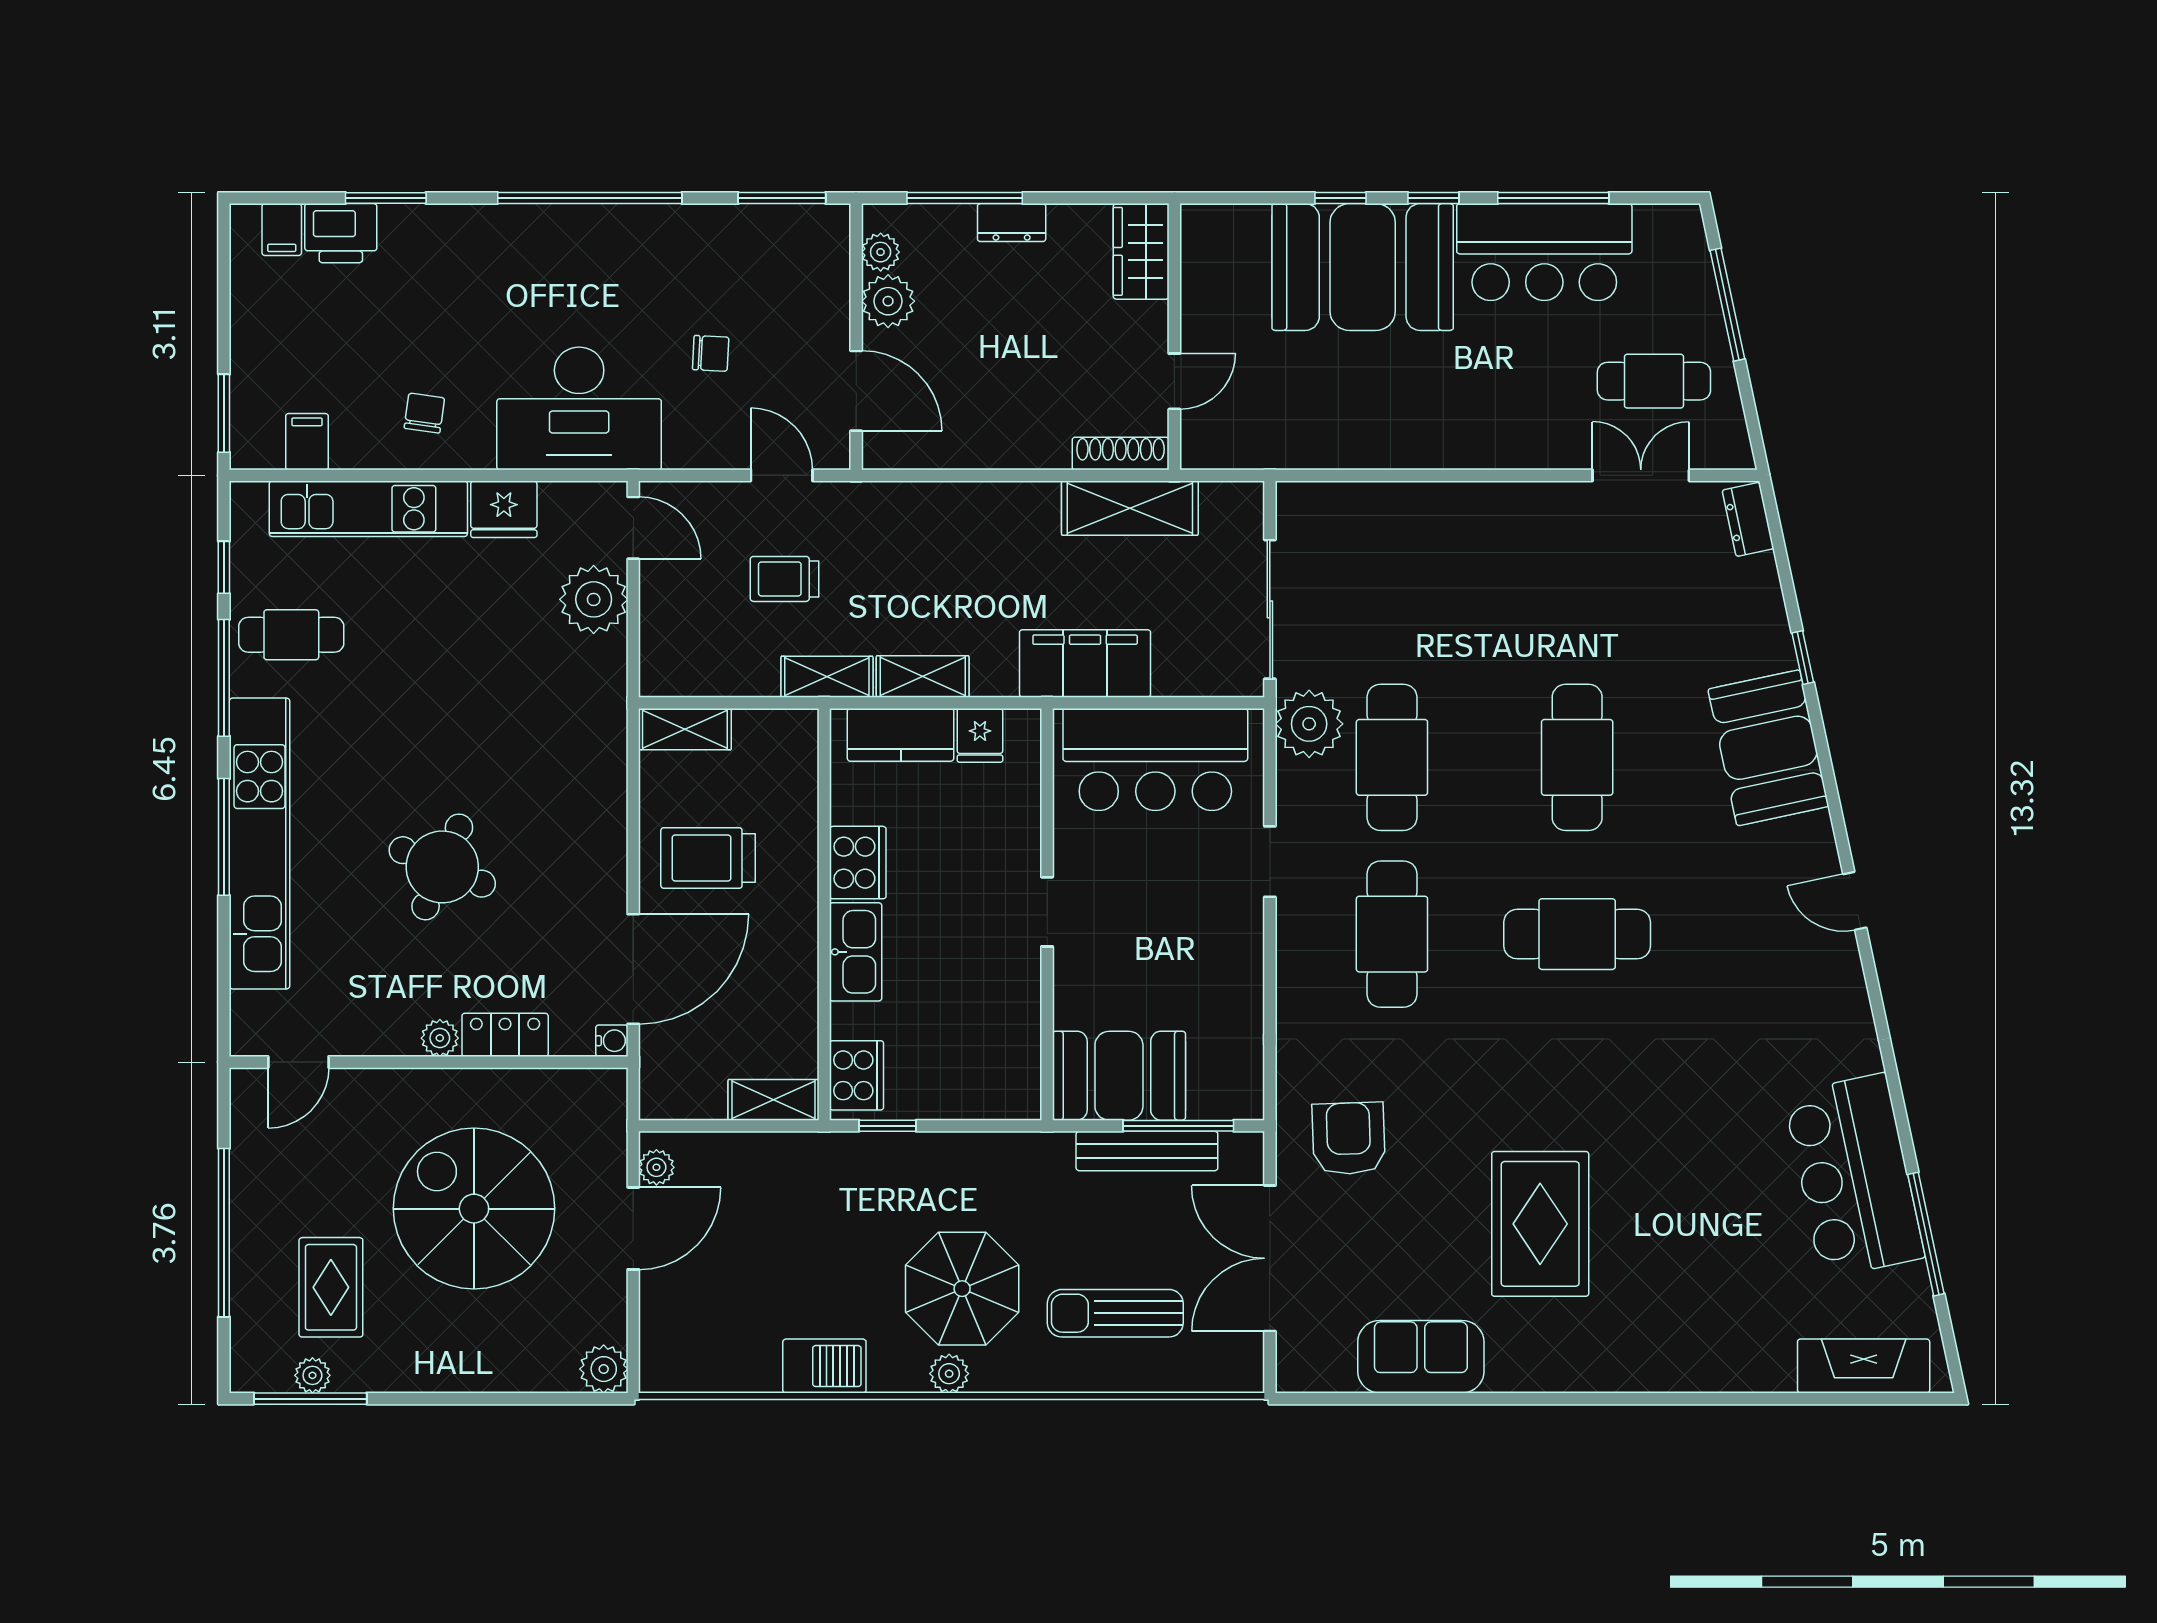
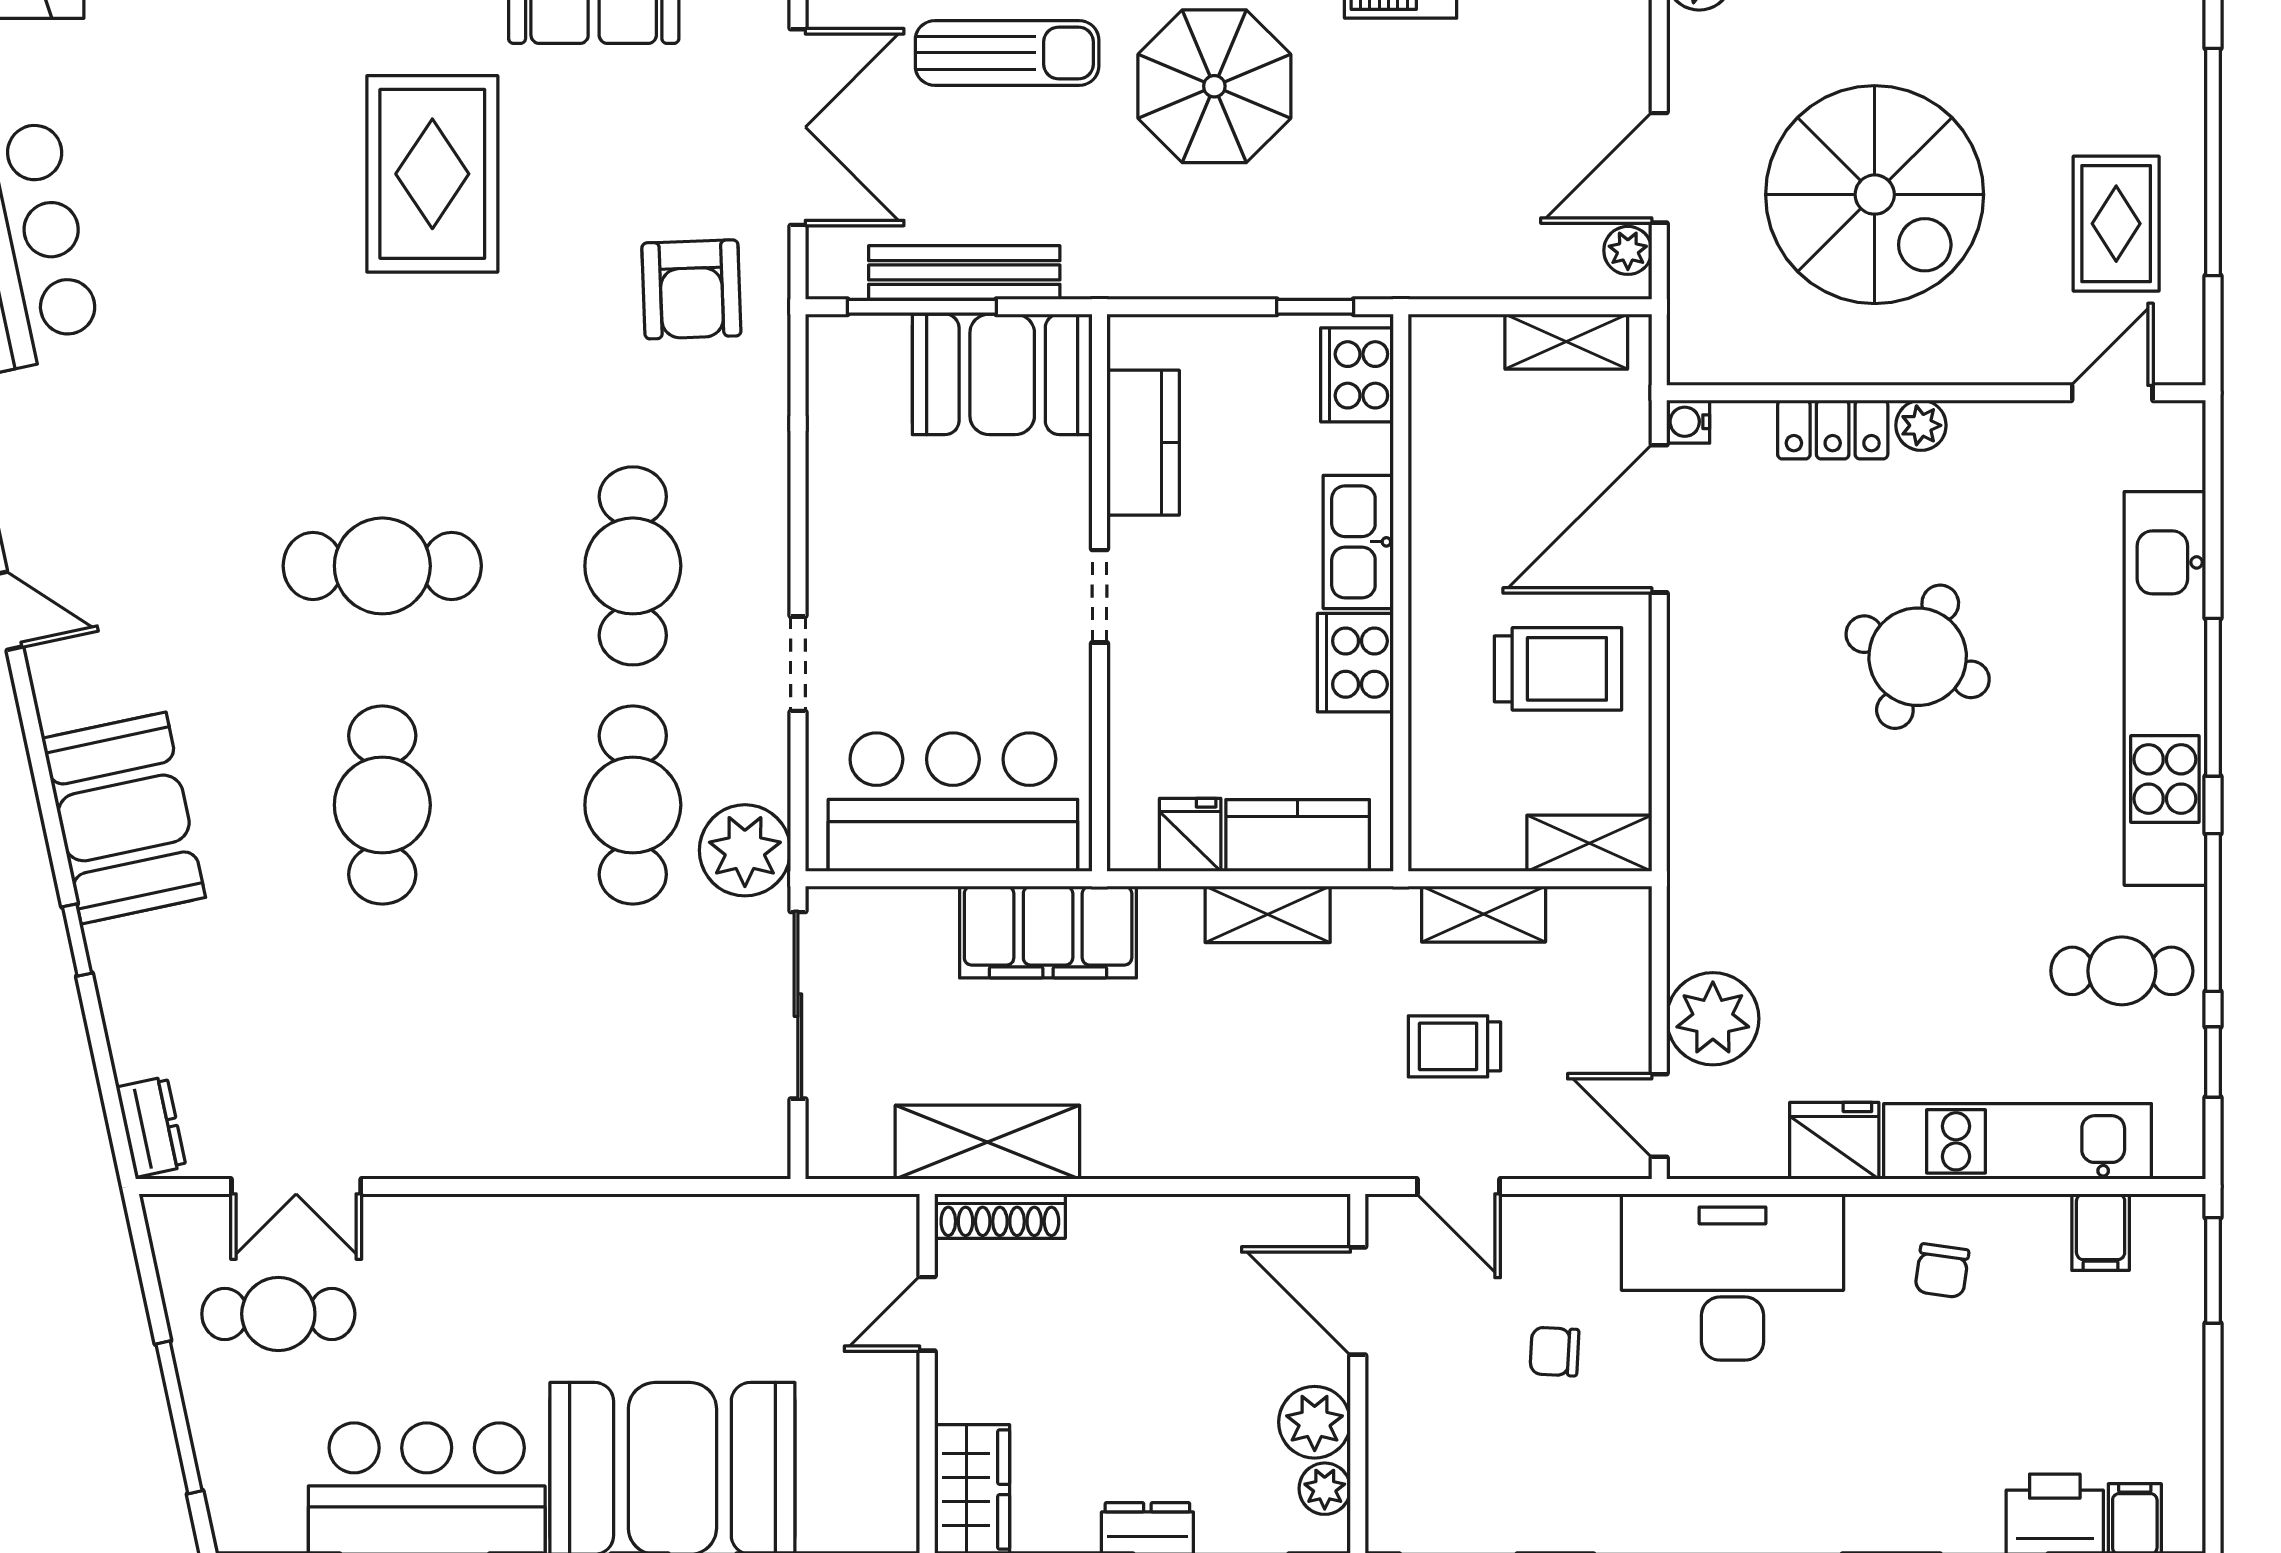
trolley: (785, 579) -> (1454, 1046), turned 180
shelving: (827, 677) -> (1484, 914), moved
kitchen counter: (1015, 1025) -> (1143, 443), added
shelving: (773, 1100) -> (1566, 342), moved
rug: (331, 1287) -> (2116, 224), moved

